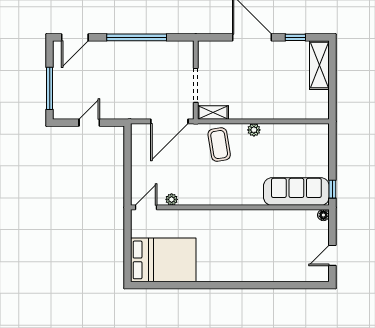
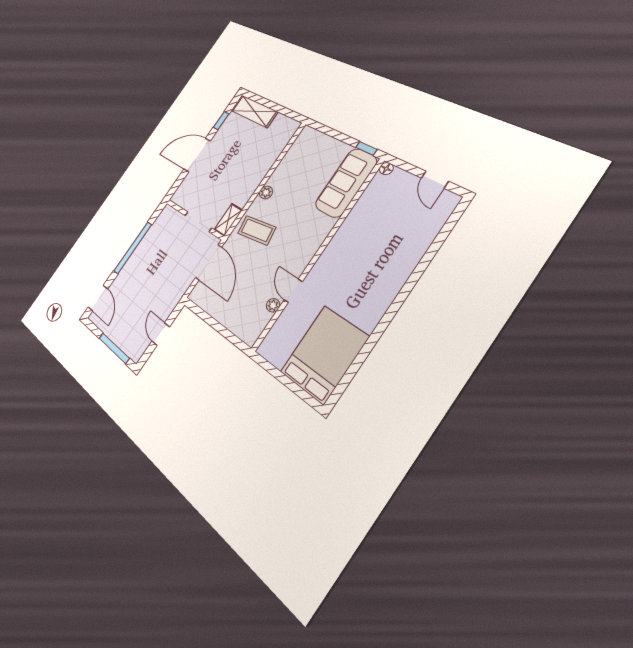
door: (146, 207) -> (293, 291), moved

